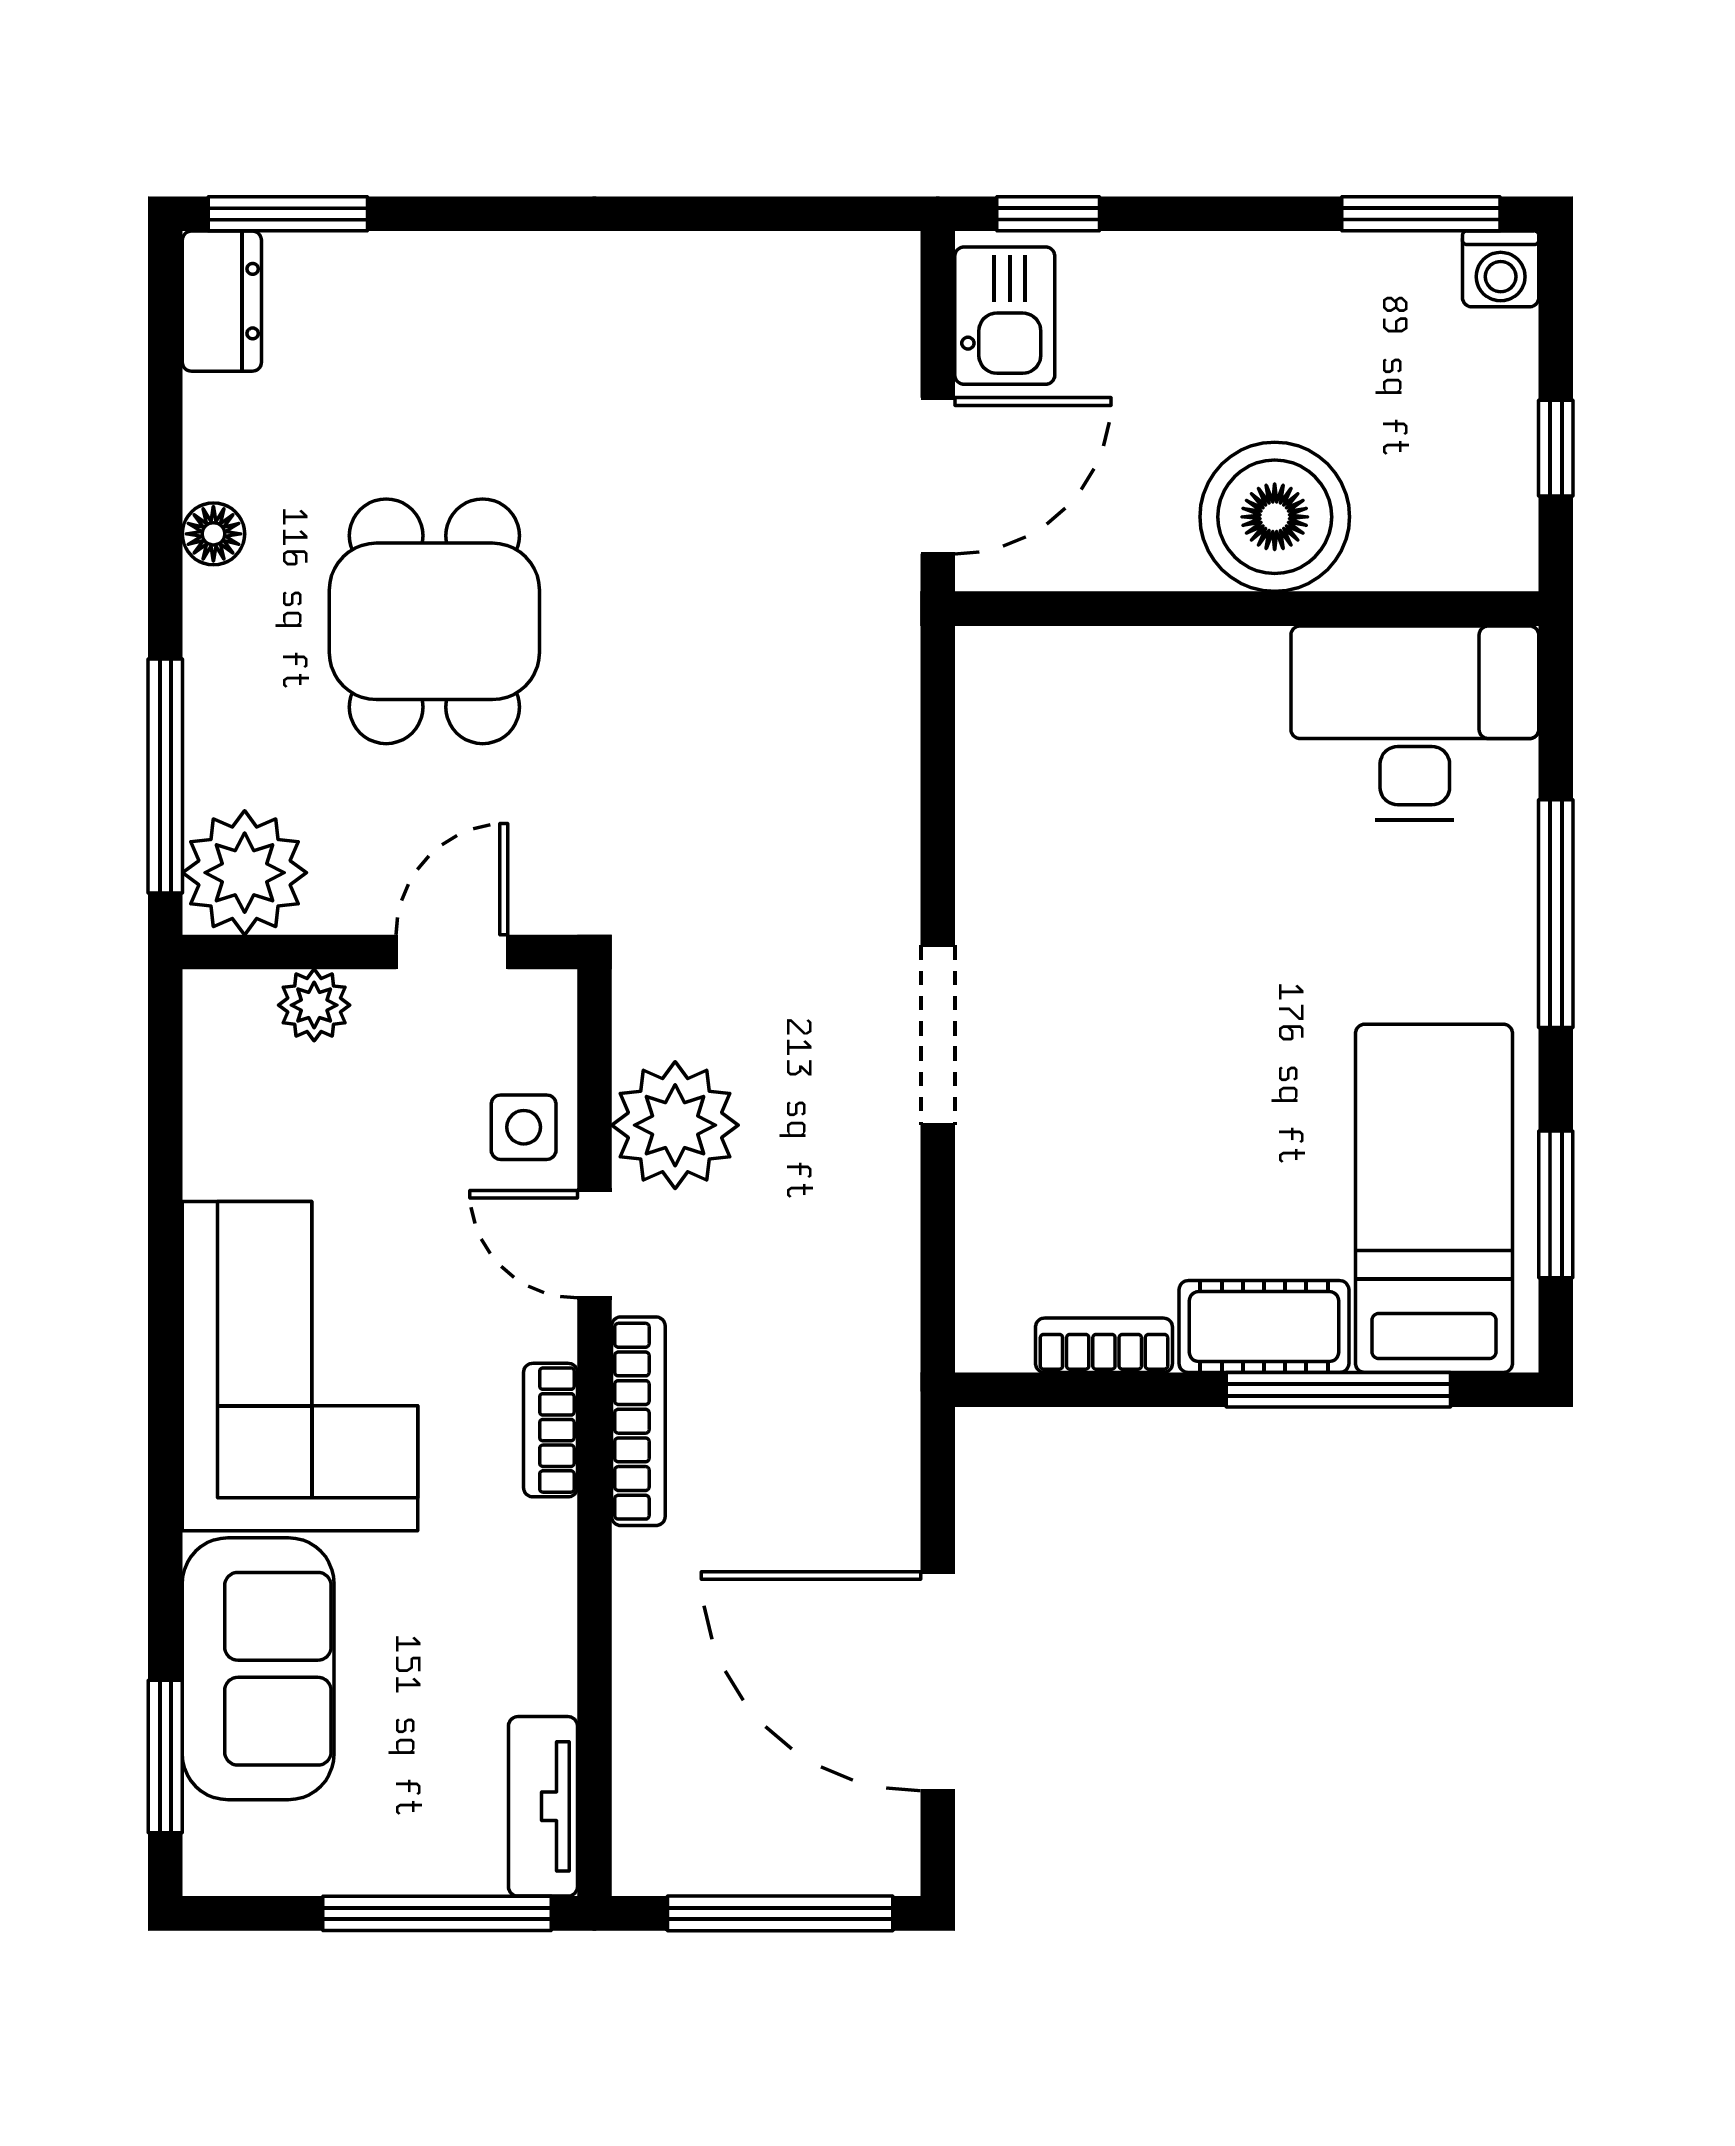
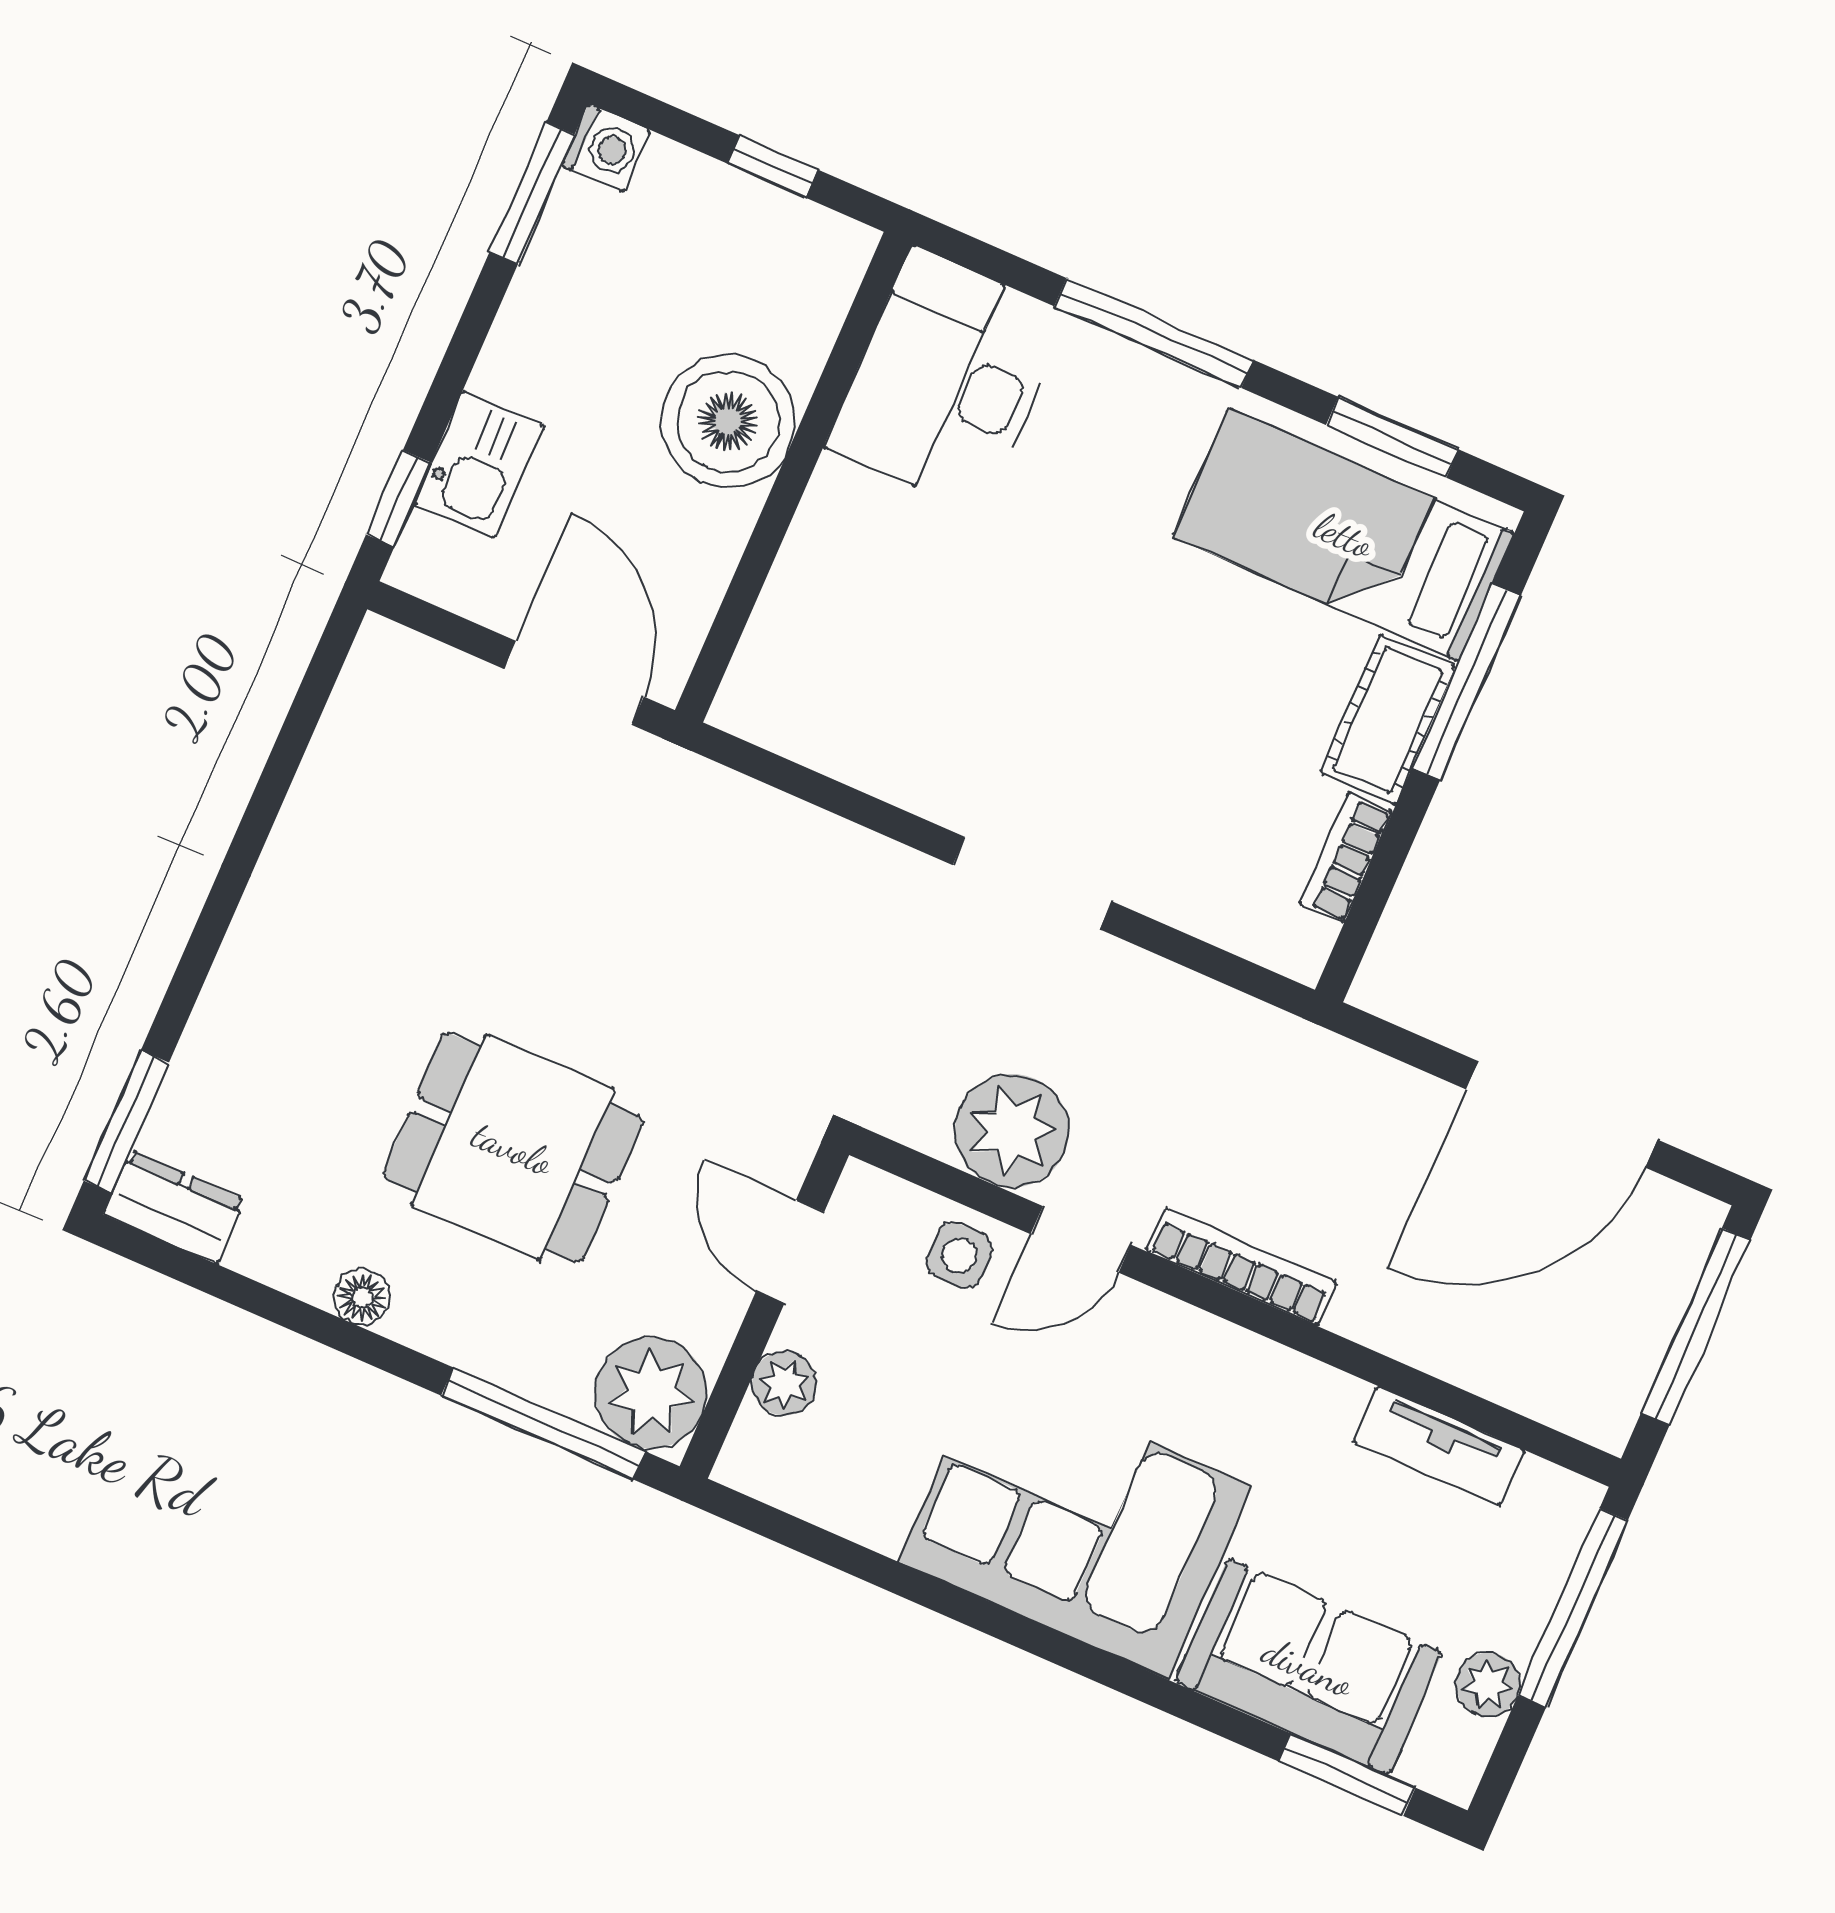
kitchen sink: (1005, 316) -> (479, 464), moved, turned 90
bookcase: (550, 1430) -> (1217, 1342), removed
tv unit: (543, 1806) -> (1439, 1446), moved
plant: (321, 1861) -> (1488, 1685), added

